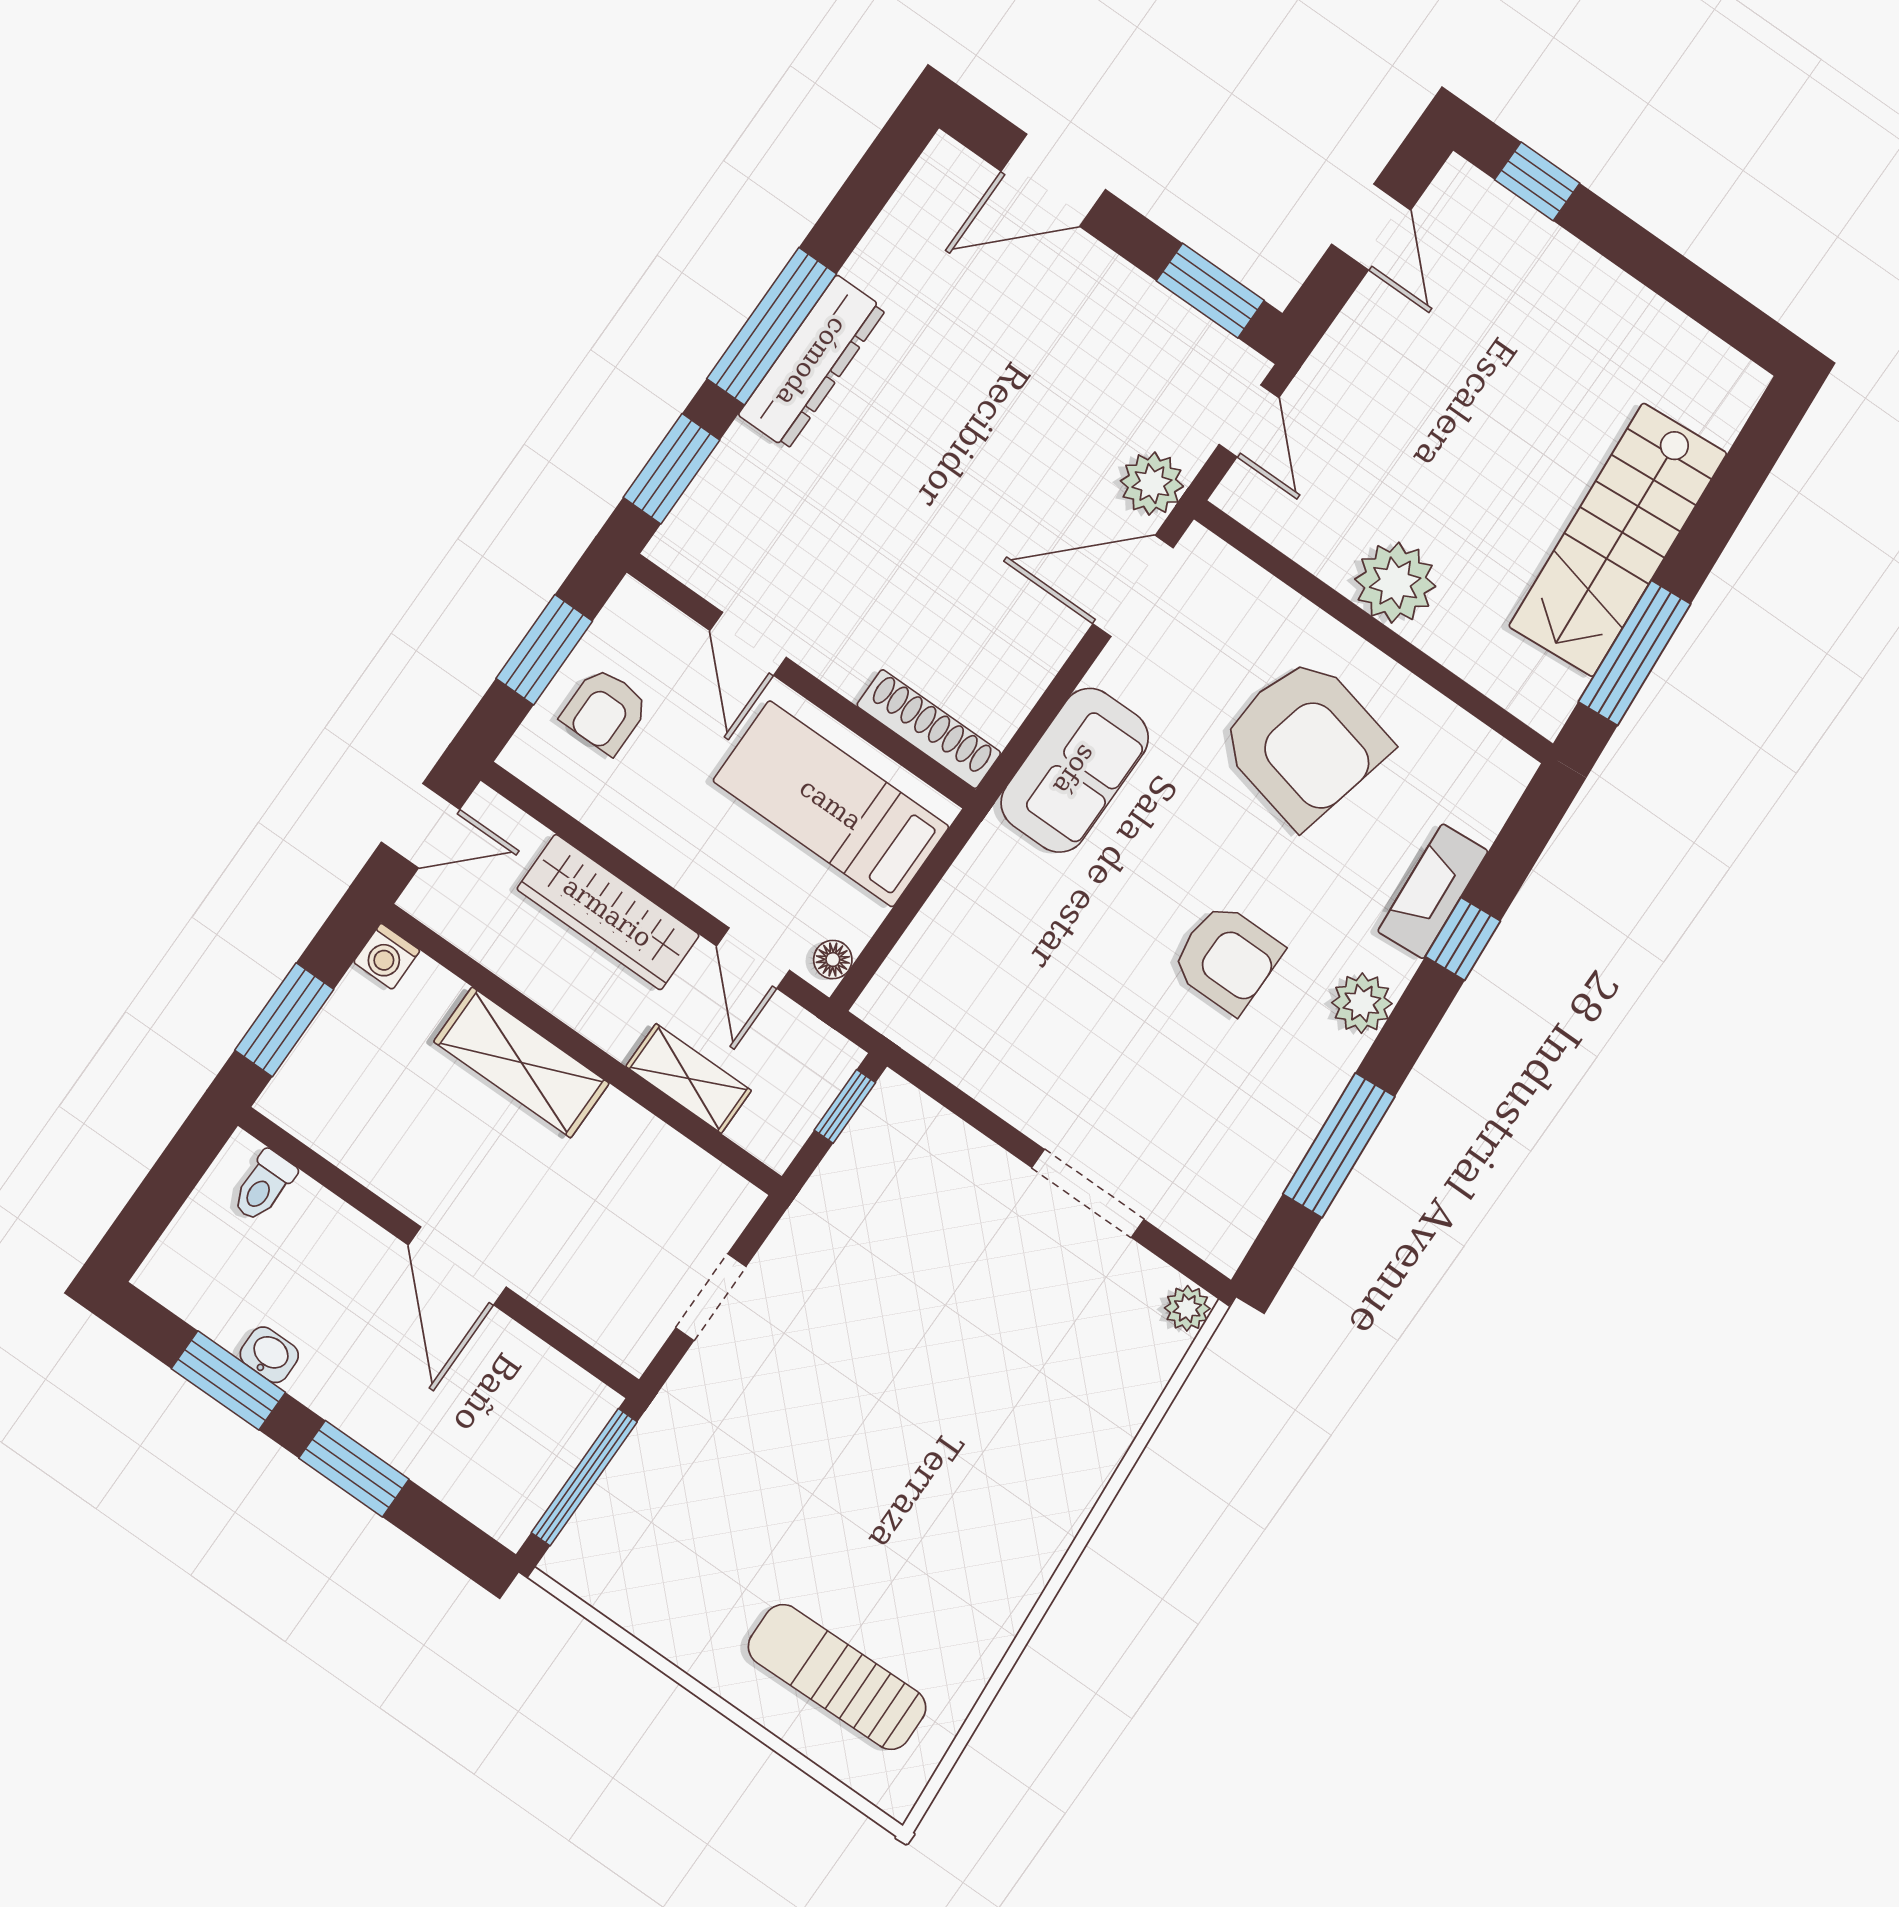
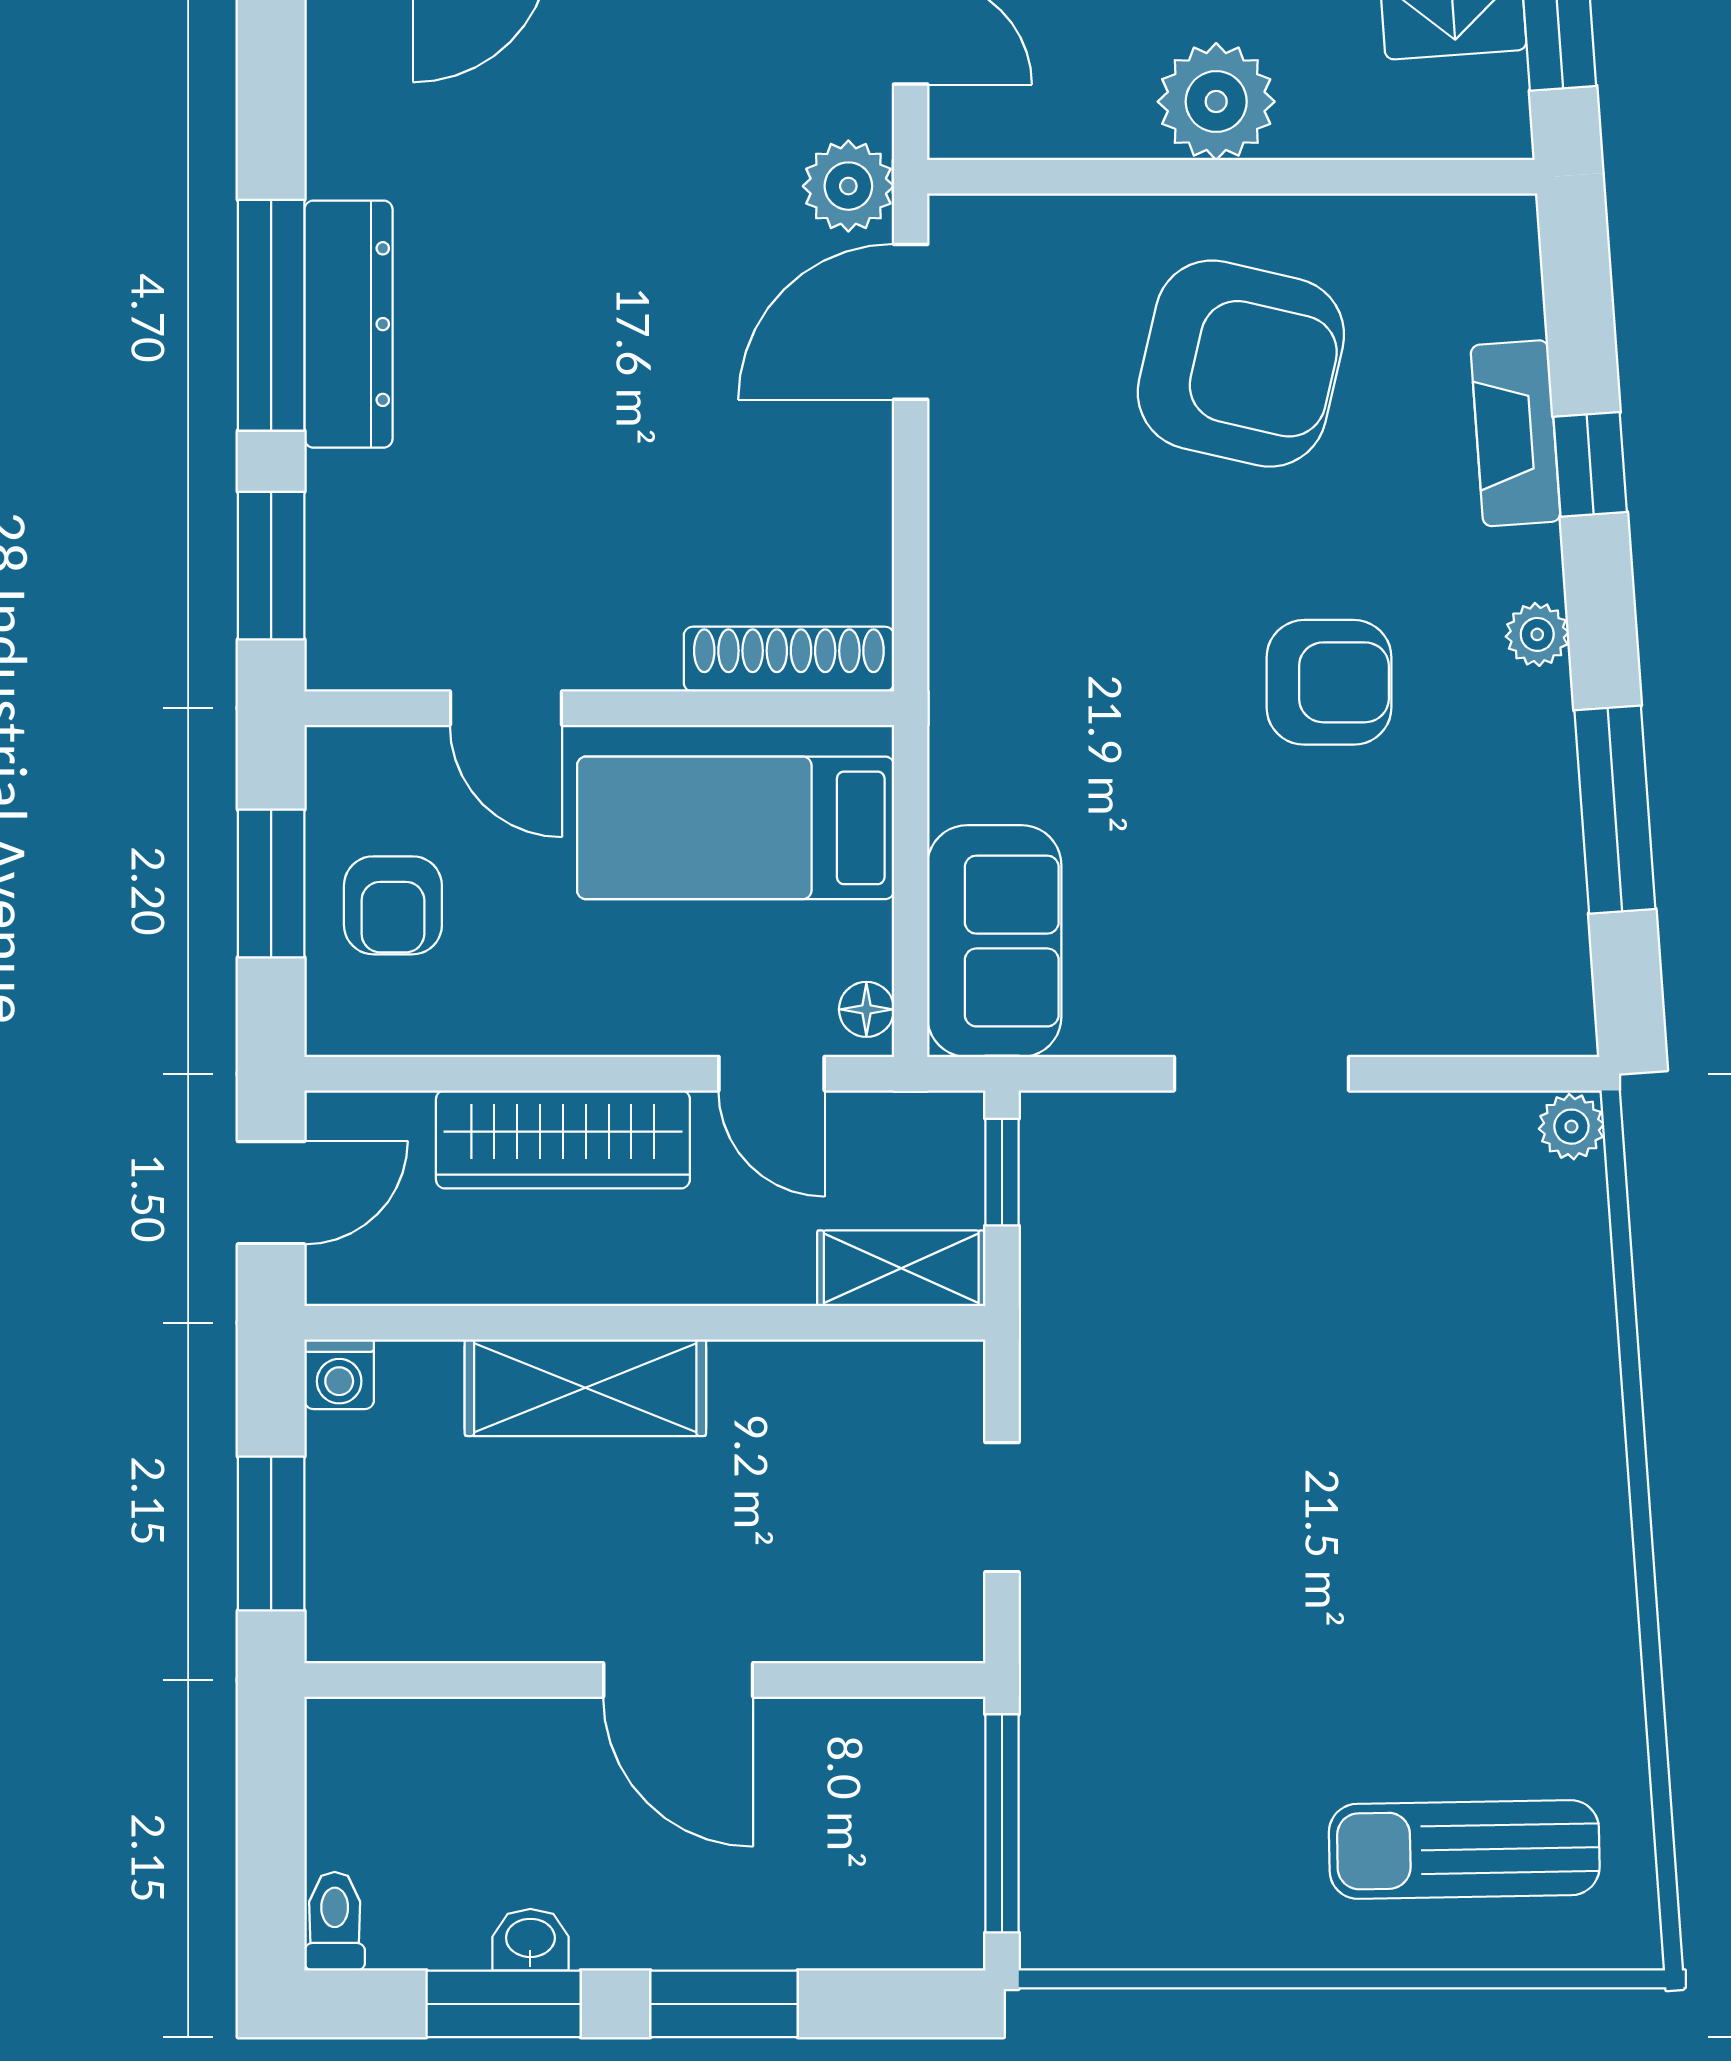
sofa: (1075, 770) -> (994, 941), moved
plant: (1362, 1003) -> (1537, 634), width x0.73, depth x0.73
shelving: (689, 1078) -> (901, 1268), moved
toilet: (264, 1186) -> (335, 1921), moved, turned 180
doorway: (1088, 1193) -> (1262, 1074), moved

